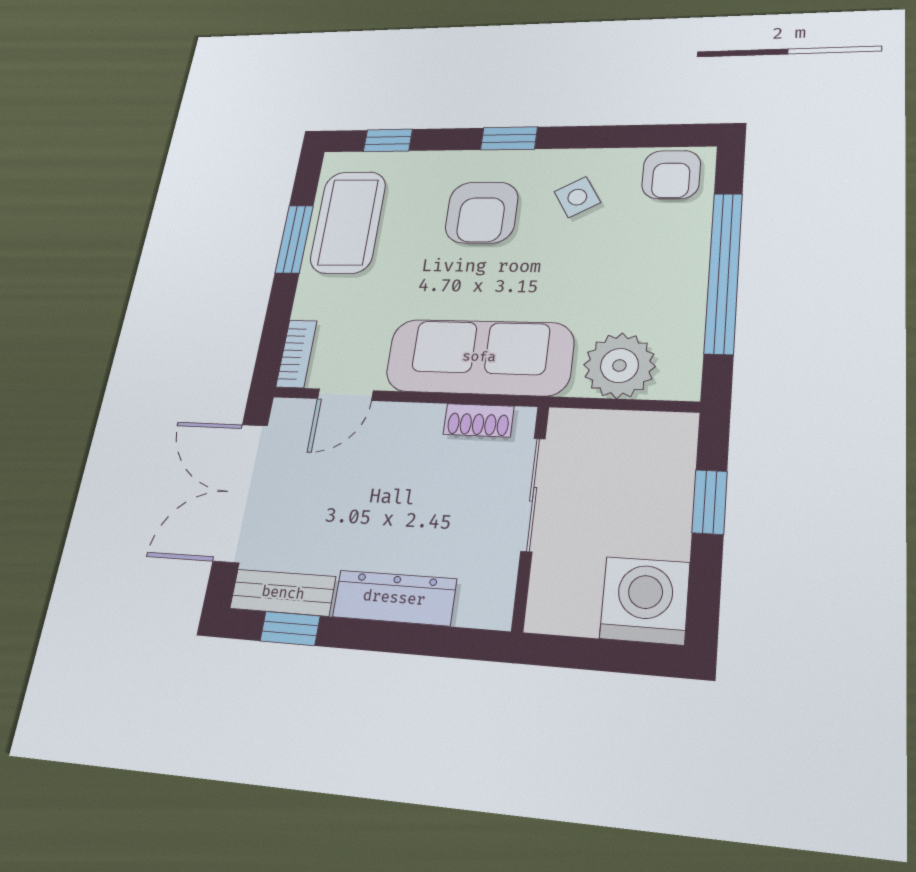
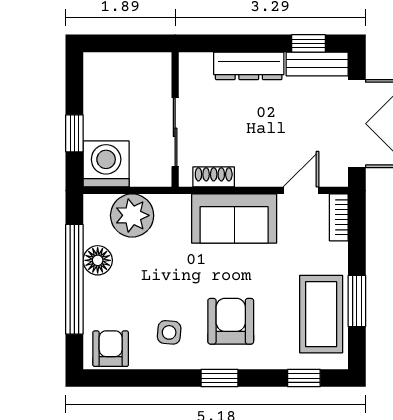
side table: (577, 197) -> (169, 332), turned 35
floor lamp: (683, 299) -> (98, 260), added
sofa: (479, 357) -> (234, 218), width x0.73
washing machine: (645, 600) -> (106, 164), moved, turned 180

